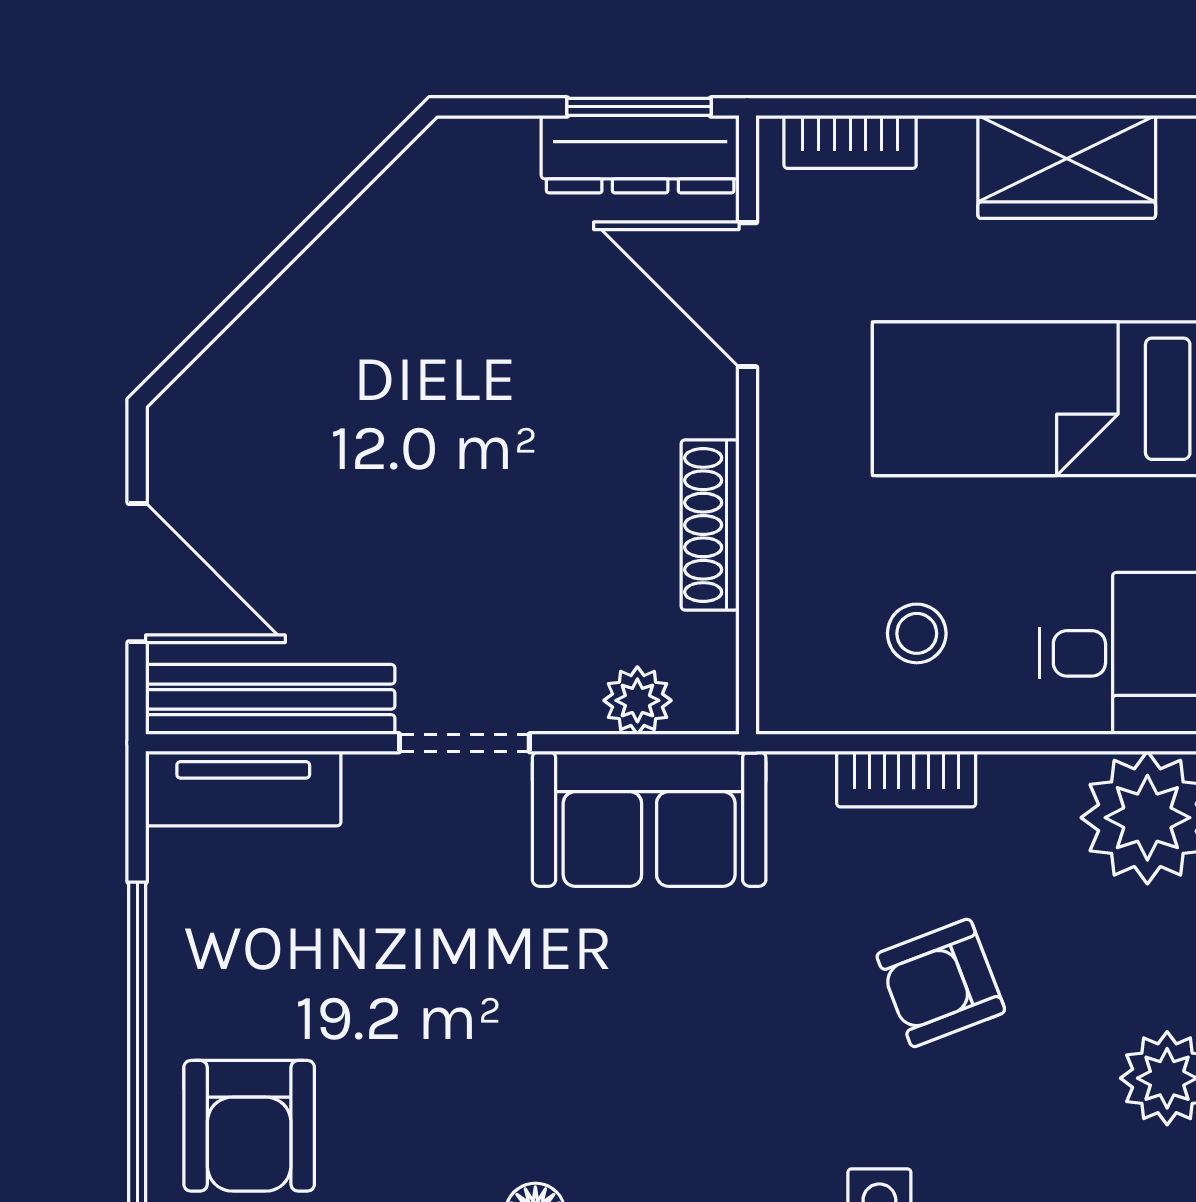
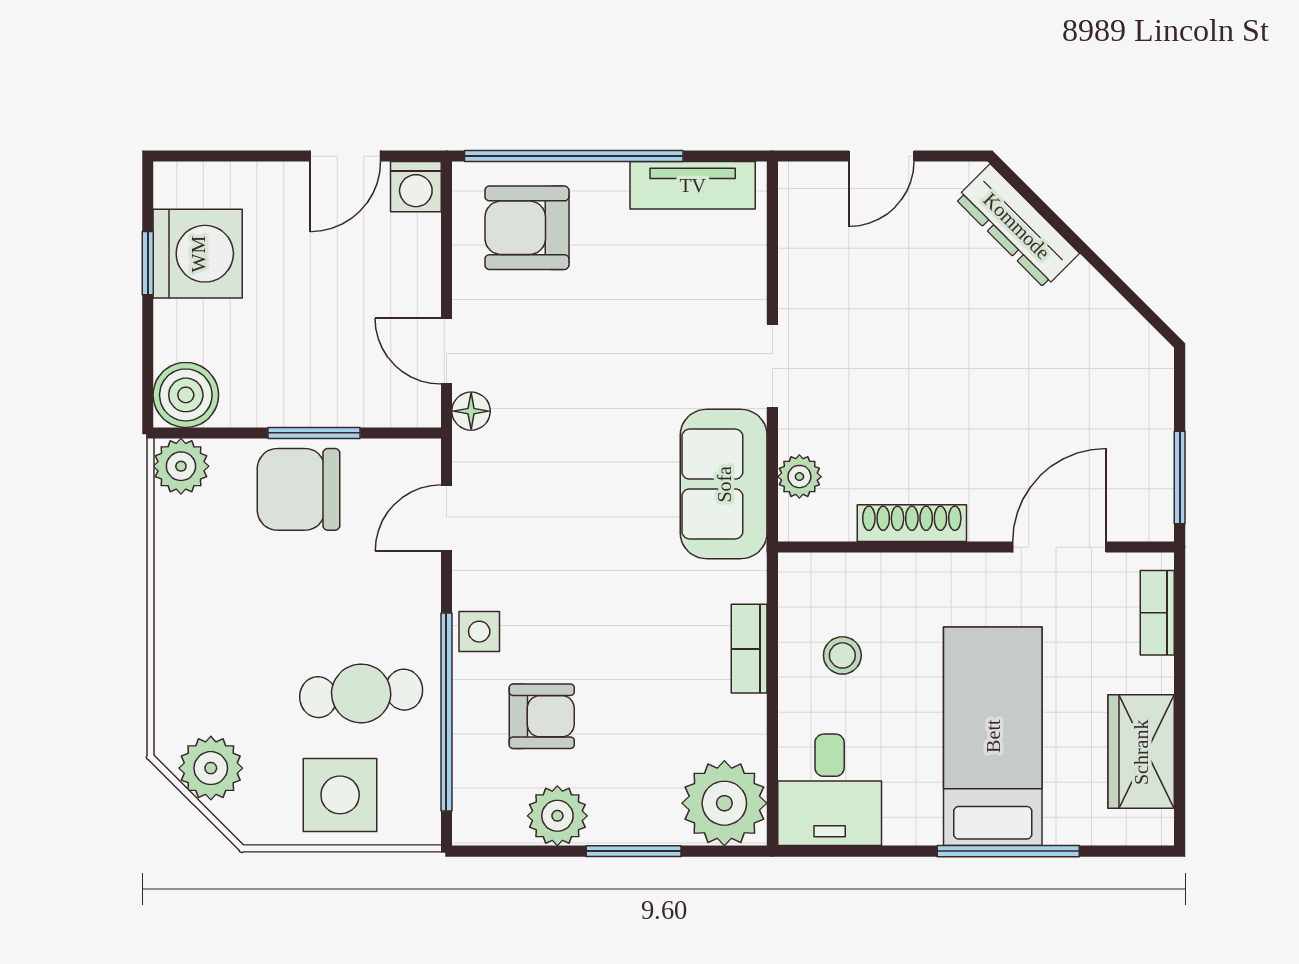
dresser: (640, 154) -> (1017, 226), moved, turned -45
door: (137, 573) -> (881, 156), width x0.73
bench: (270, 699) -> (800, 241), removed
tv unit: (243, 788) -> (693, 185), moved, turned -90
armchair: (941, 983) -> (542, 716), moved, turned 111

